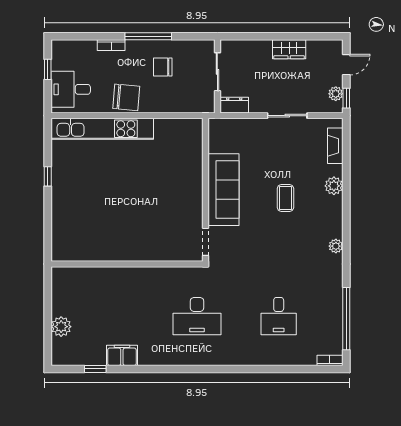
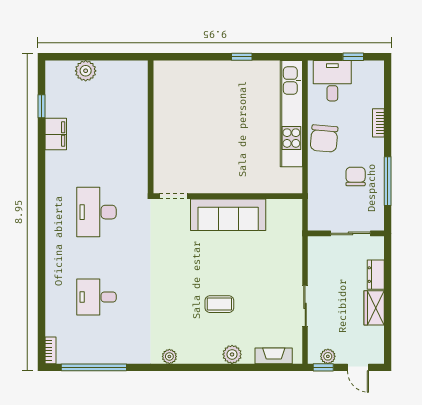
window: (148, 36) -> (388, 181), moved
dresser: (234, 105) -> (376, 275), moved, turned 180
wall: (206, 190) -> (228, 196), moved
sofa: (223, 190) -> (228, 215), moved
doorway: (206, 242) -> (174, 196), moved

